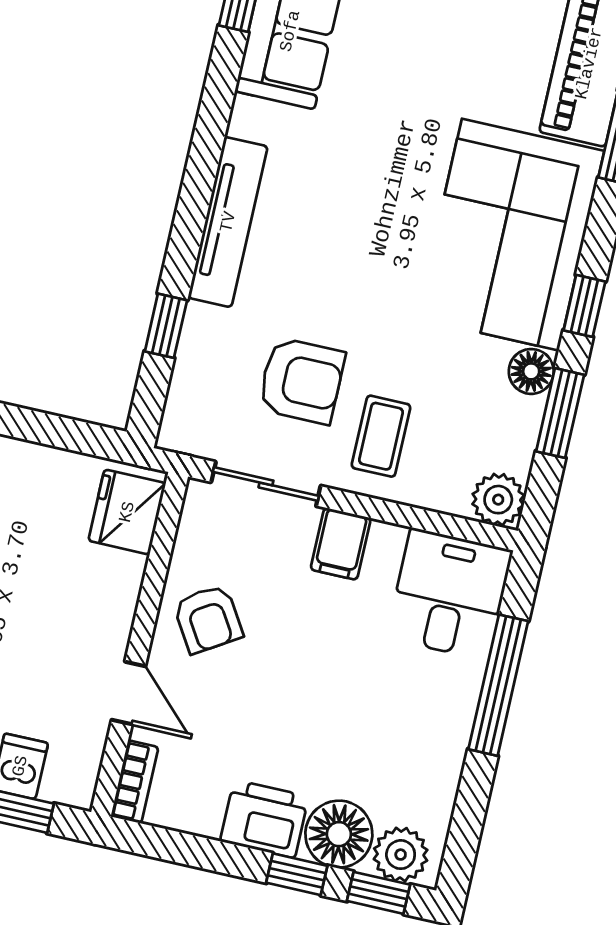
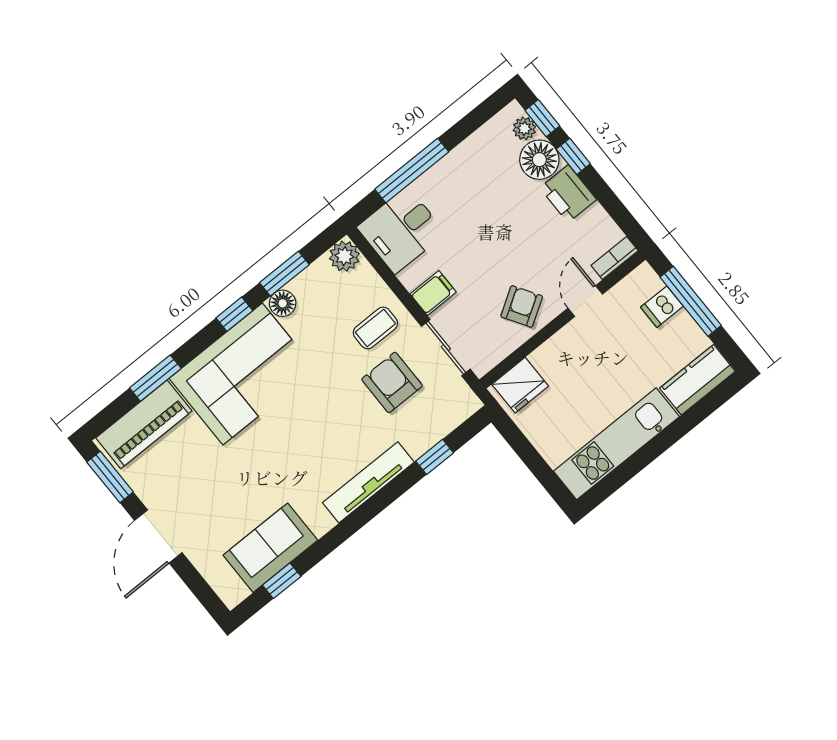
plant: (401, 855) -> (524, 128), width x0.73, depth x0.73

